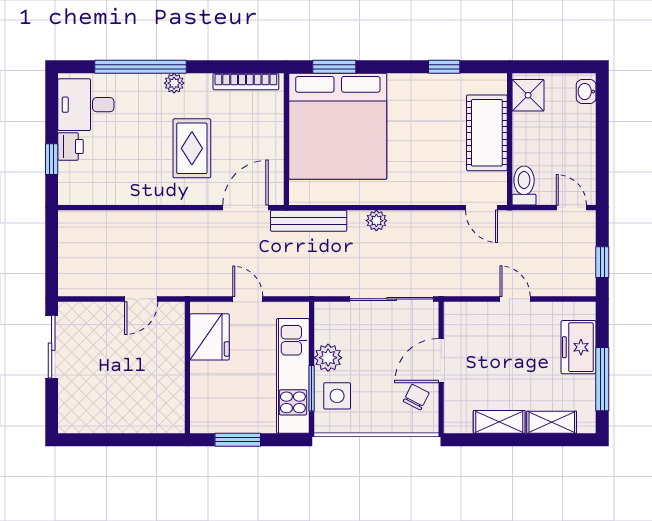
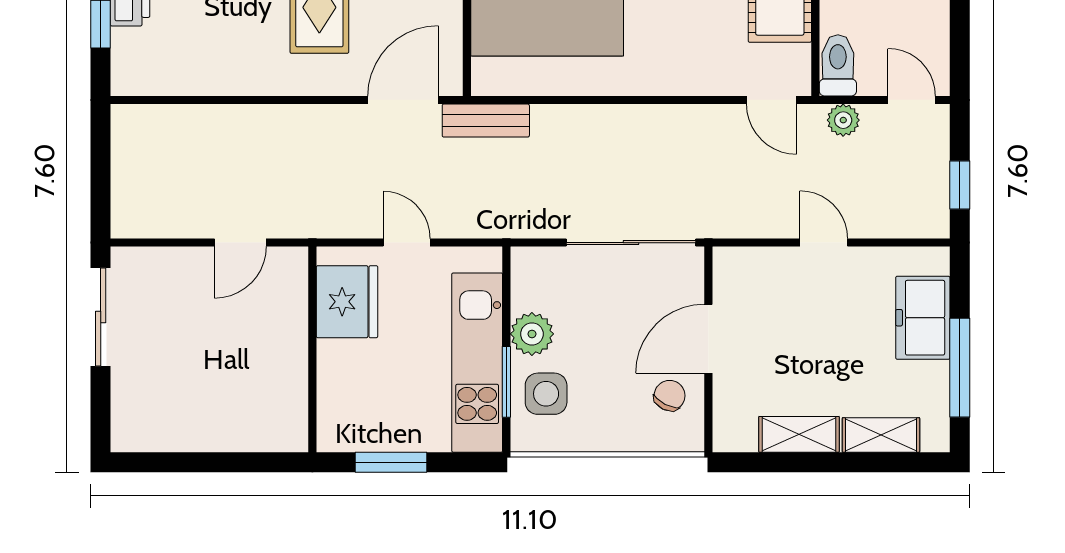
bench: (309, 221) -> (486, 121), width x0.73
plant: (376, 221) -> (843, 120), moved

